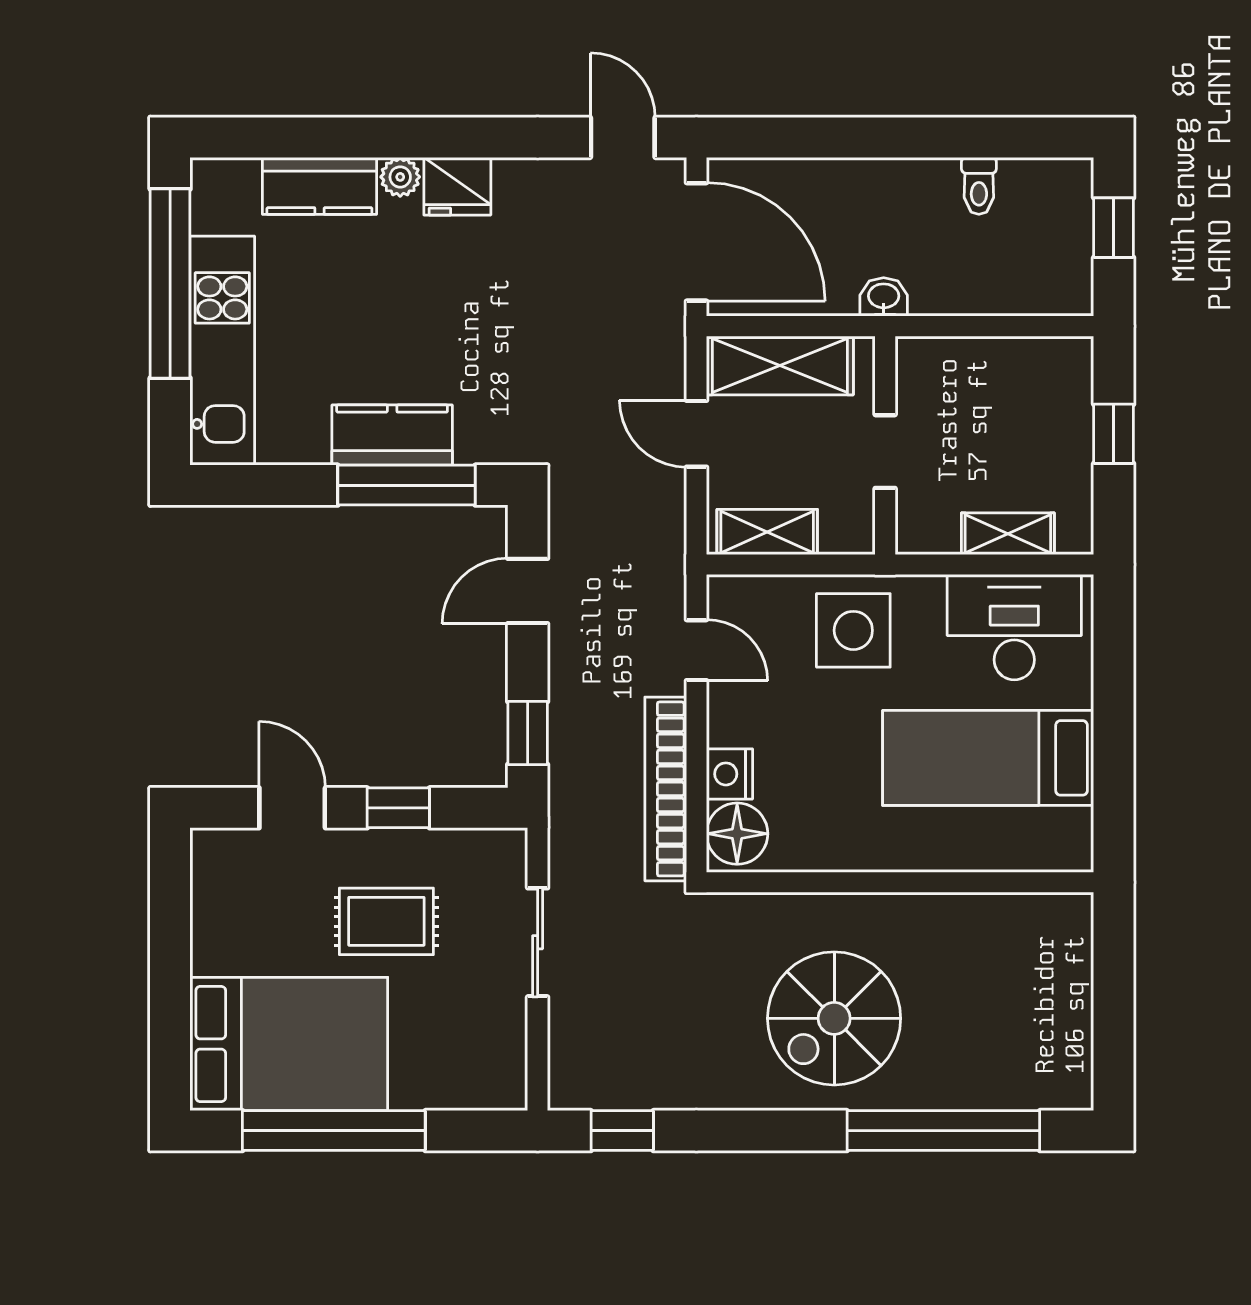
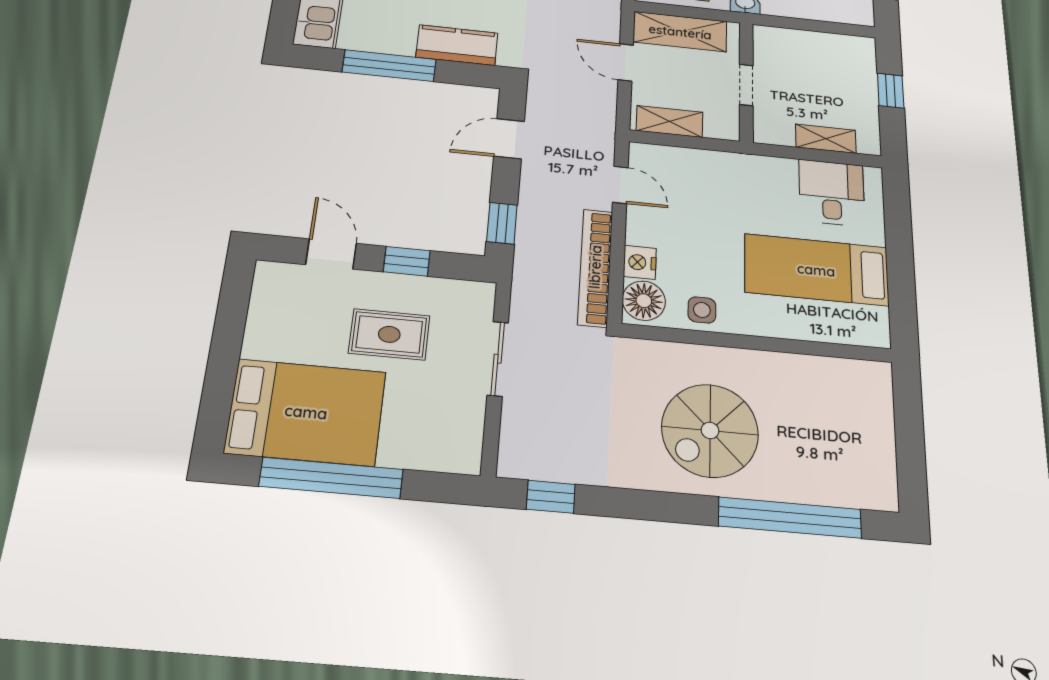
kitchen counter: (392, 435) -> (457, 45), moved
window: (407, 485) -> (389, 66), moved
desk: (1014, 627) -> (832, 193), width x0.73
side table: (853, 630) -> (702, 310), moved, width x0.54, depth x0.54

